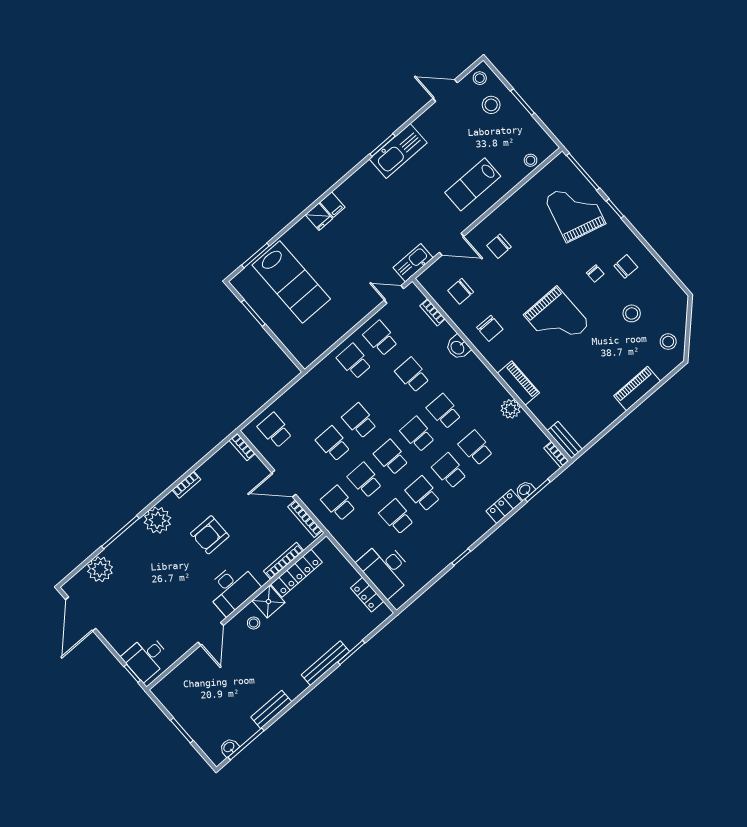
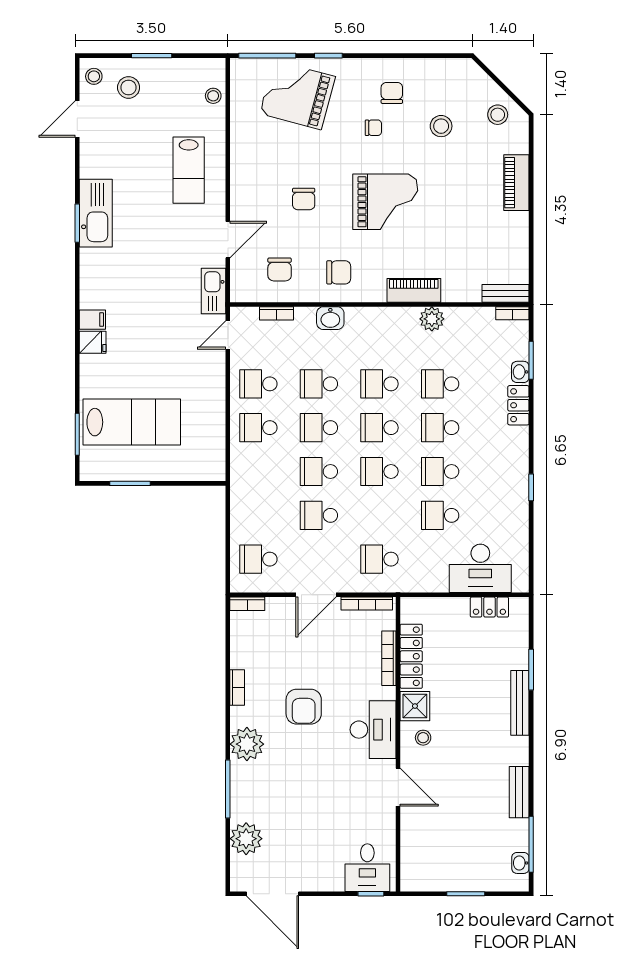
chair: (499, 246) -> (304, 199), moved
school desk: (365, 480) -> (319, 428), moved

